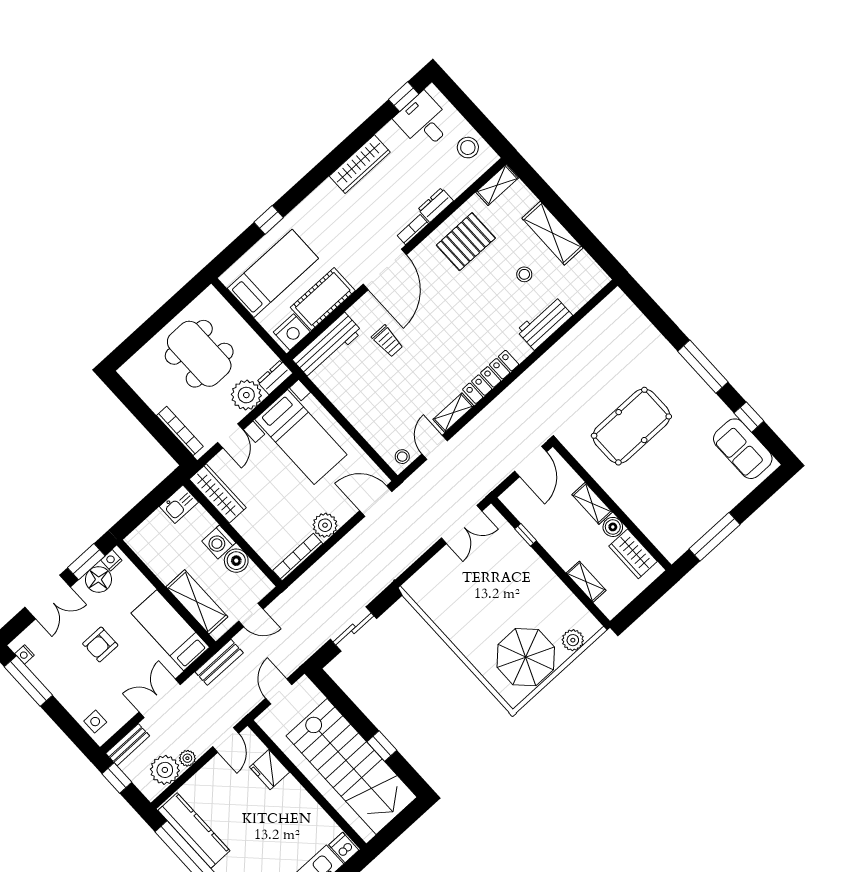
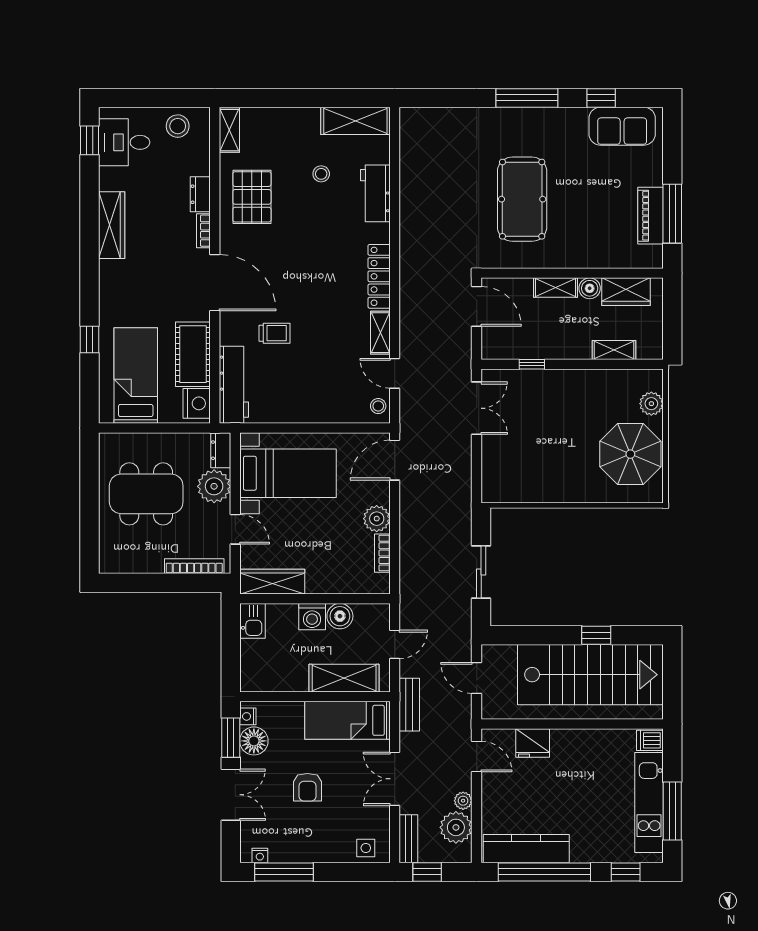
shelving: (552, 233) -> (355, 121), moved
piano: (700, 523) -> (650, 216), added
bookcase: (298, 557) -> (382, 553), width x0.64

